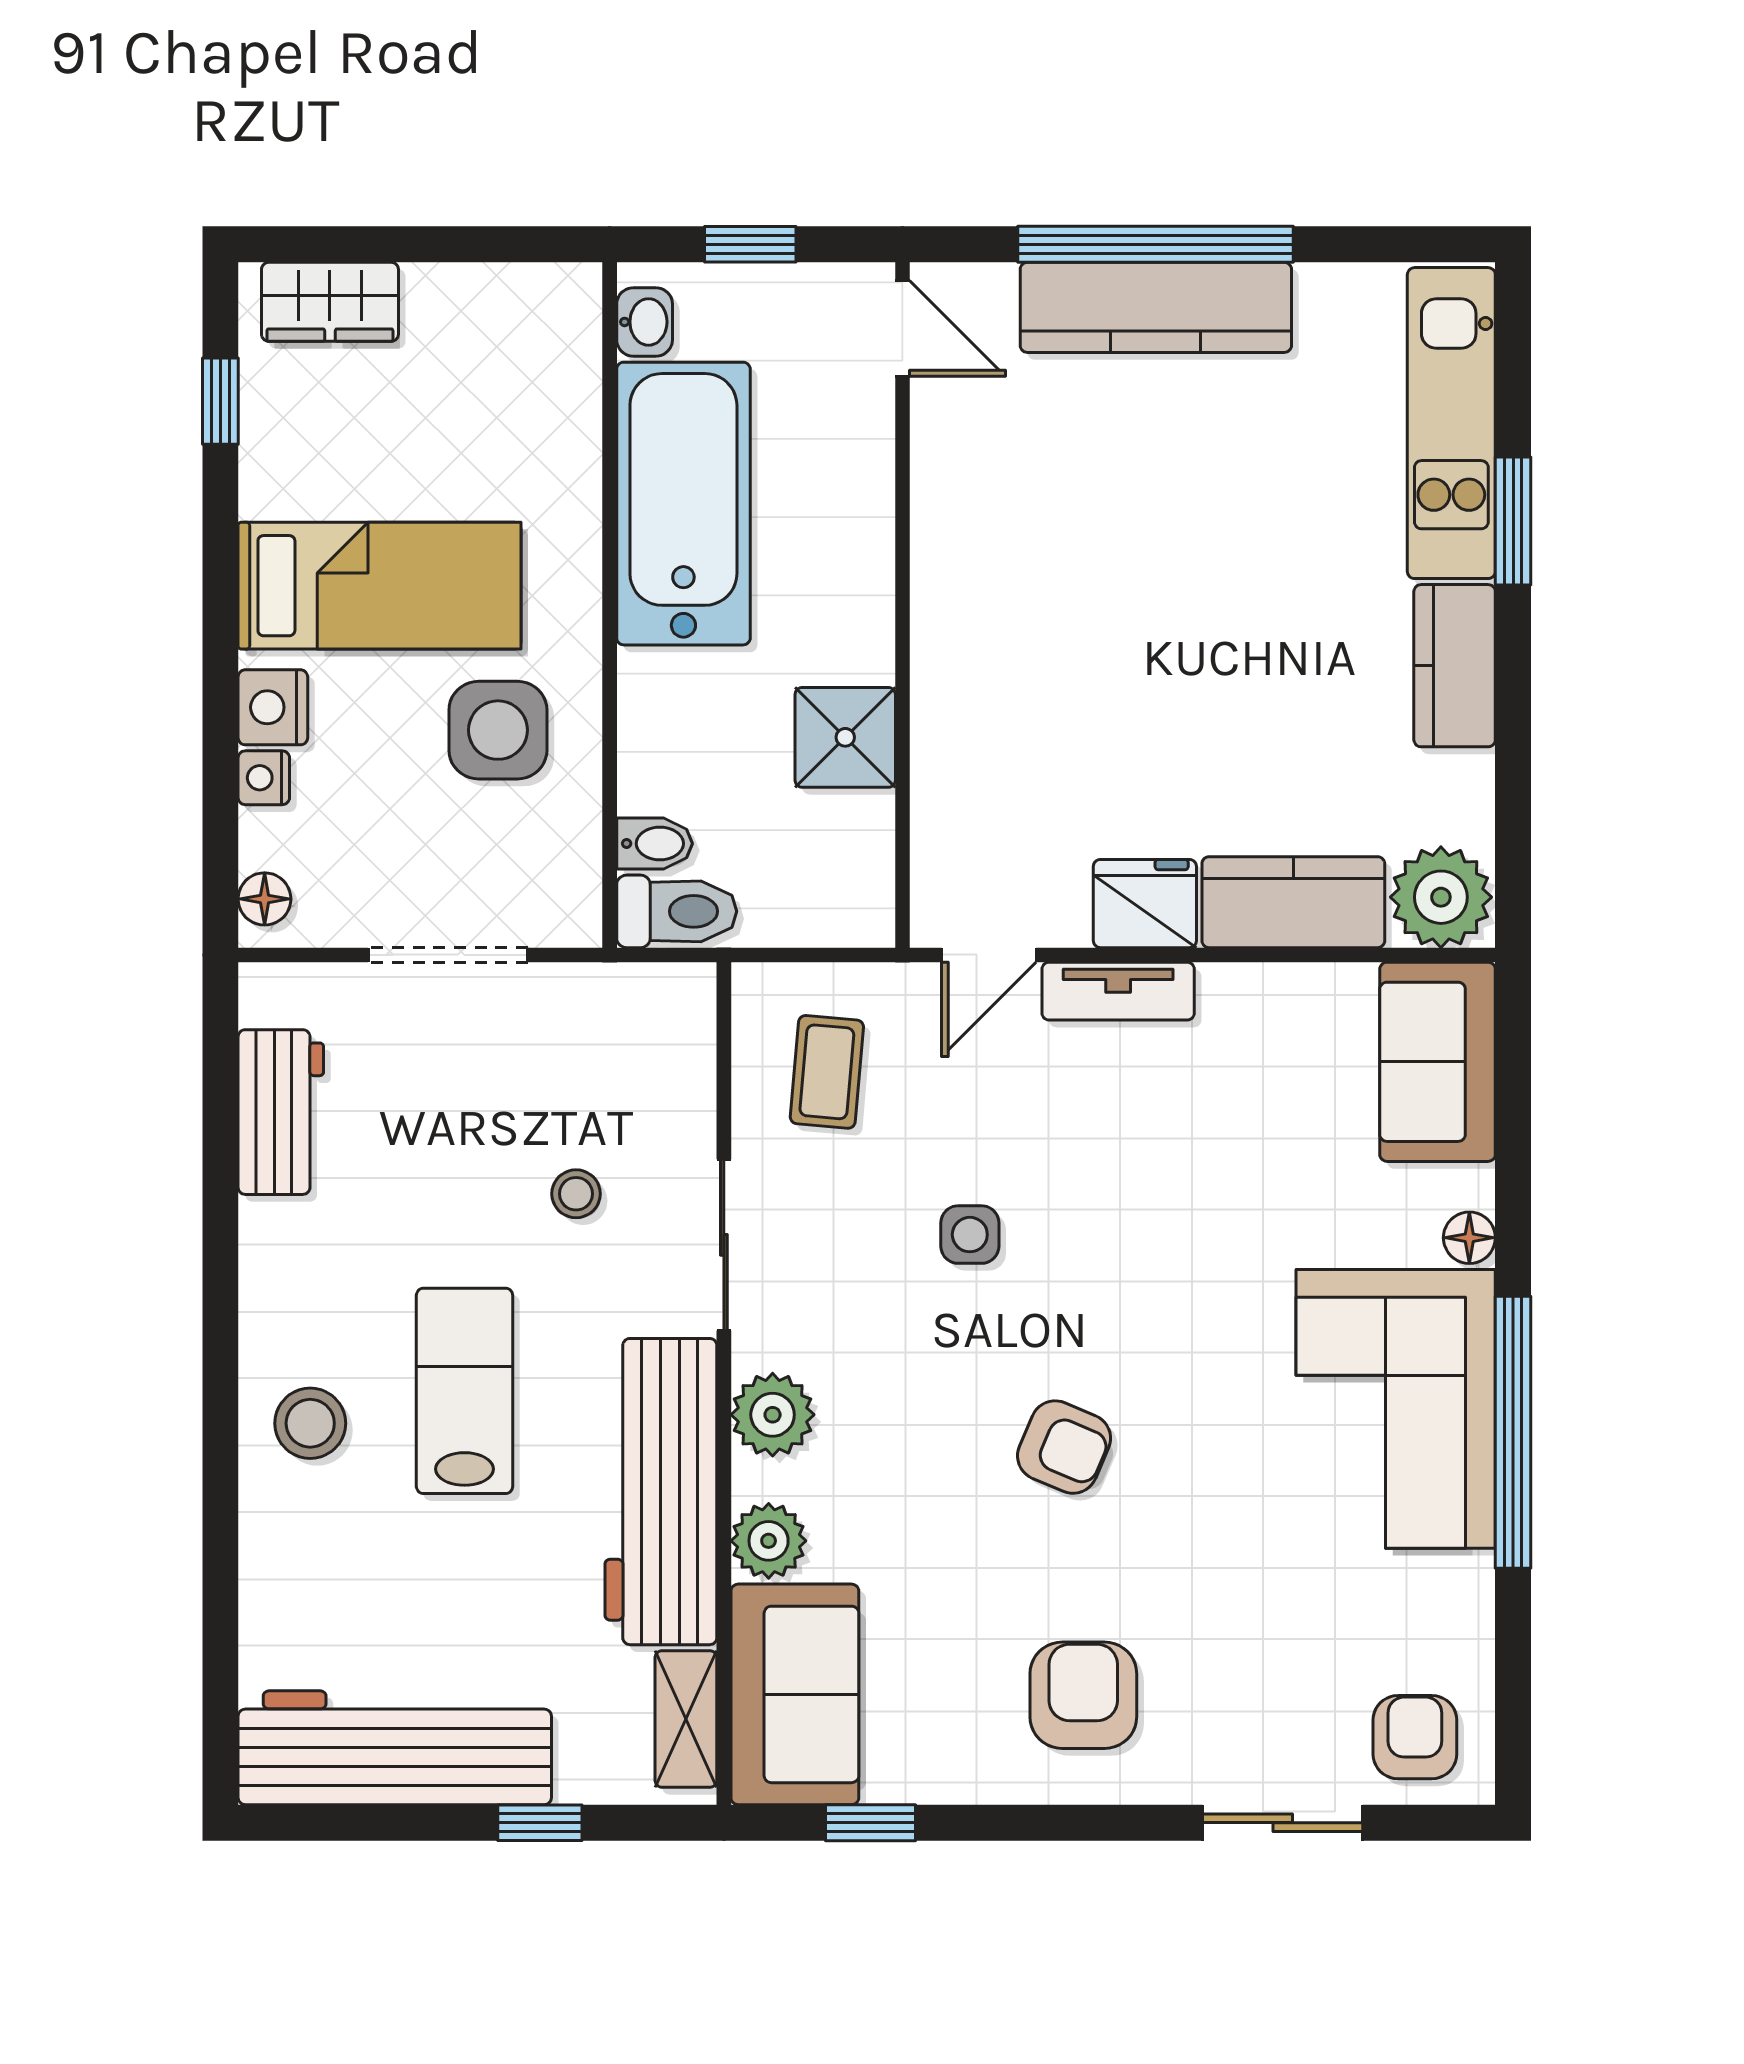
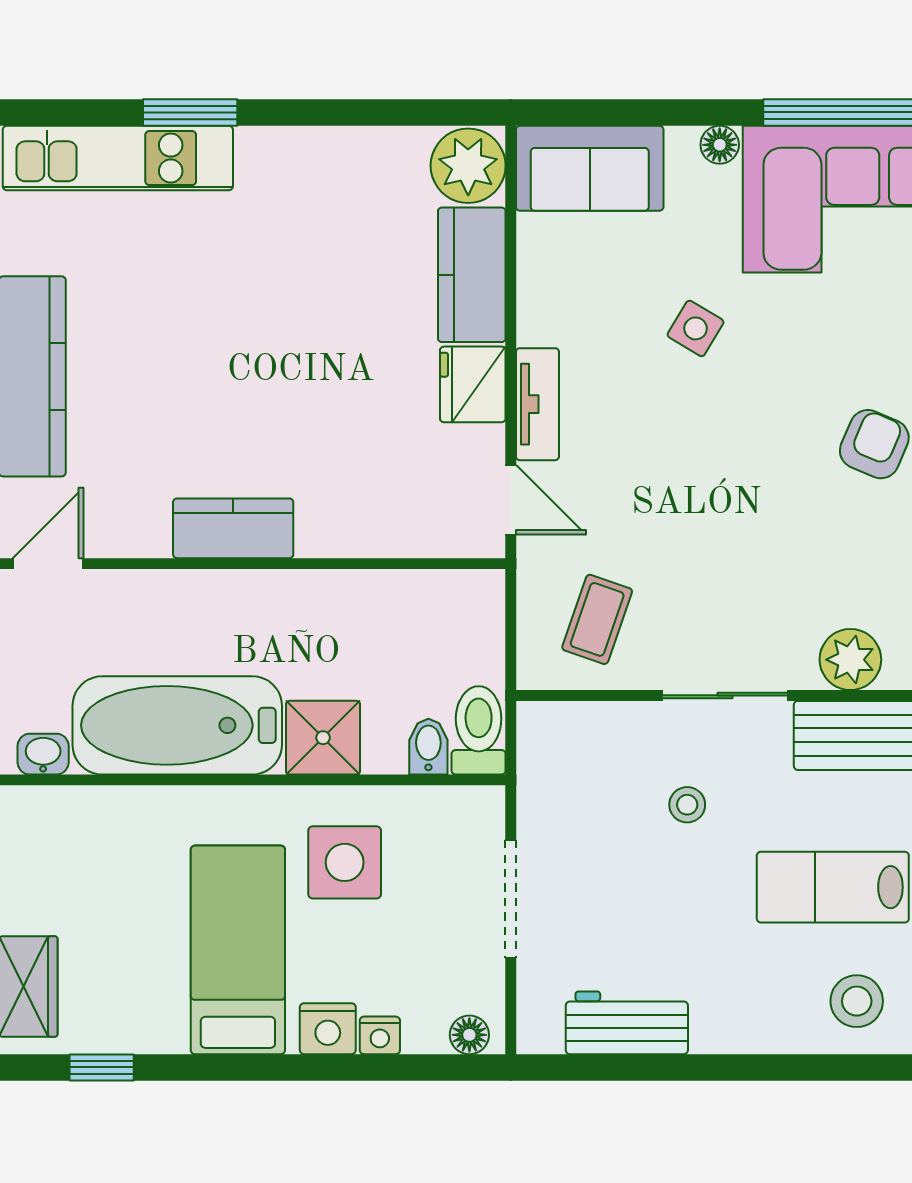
kitchen counter: (1455, 666) -> (233, 528), moved, turned 180
shower: (845, 737) -> (323, 738), moved
coffee table: (827, 1072) -> (597, 619), turned -76
side table: (970, 1235) -> (696, 328), moved, turned 31

